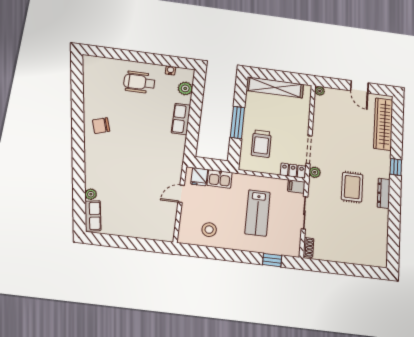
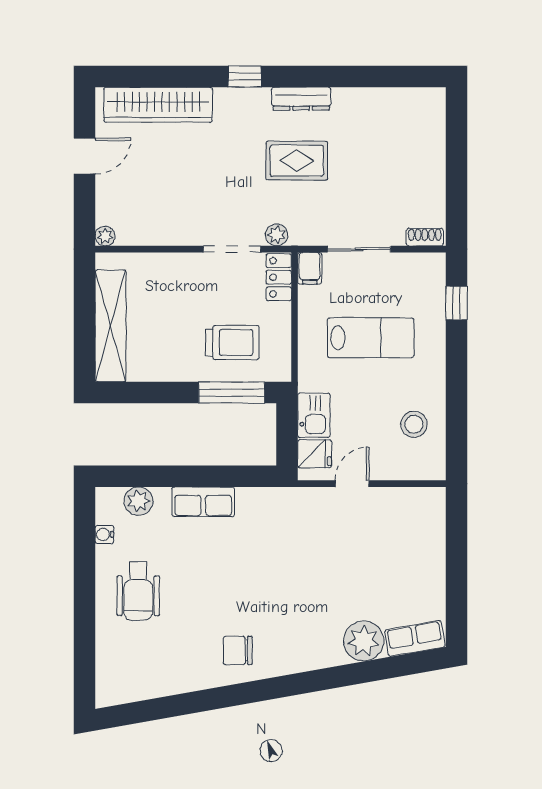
window: (237, 122) -> (232, 393), moved
chair: (101, 126) -> (238, 651), turned 108
plant: (91, 194) -> (364, 641), width x1.87, depth x1.87
door: (181, 194) -> (352, 484), swing flipped

